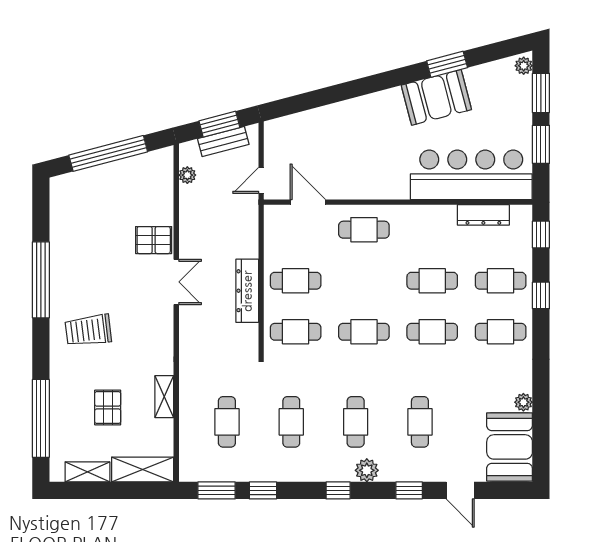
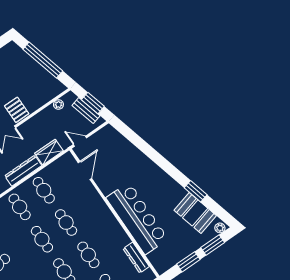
booth: (436, 97) -> (195, 213), moved
bar counter: (471, 175) -> (137, 218), moved
cafe table: (364, 230) -> (66, 223), moved
wardrobe: (246, 236) -> (49, 152), added

